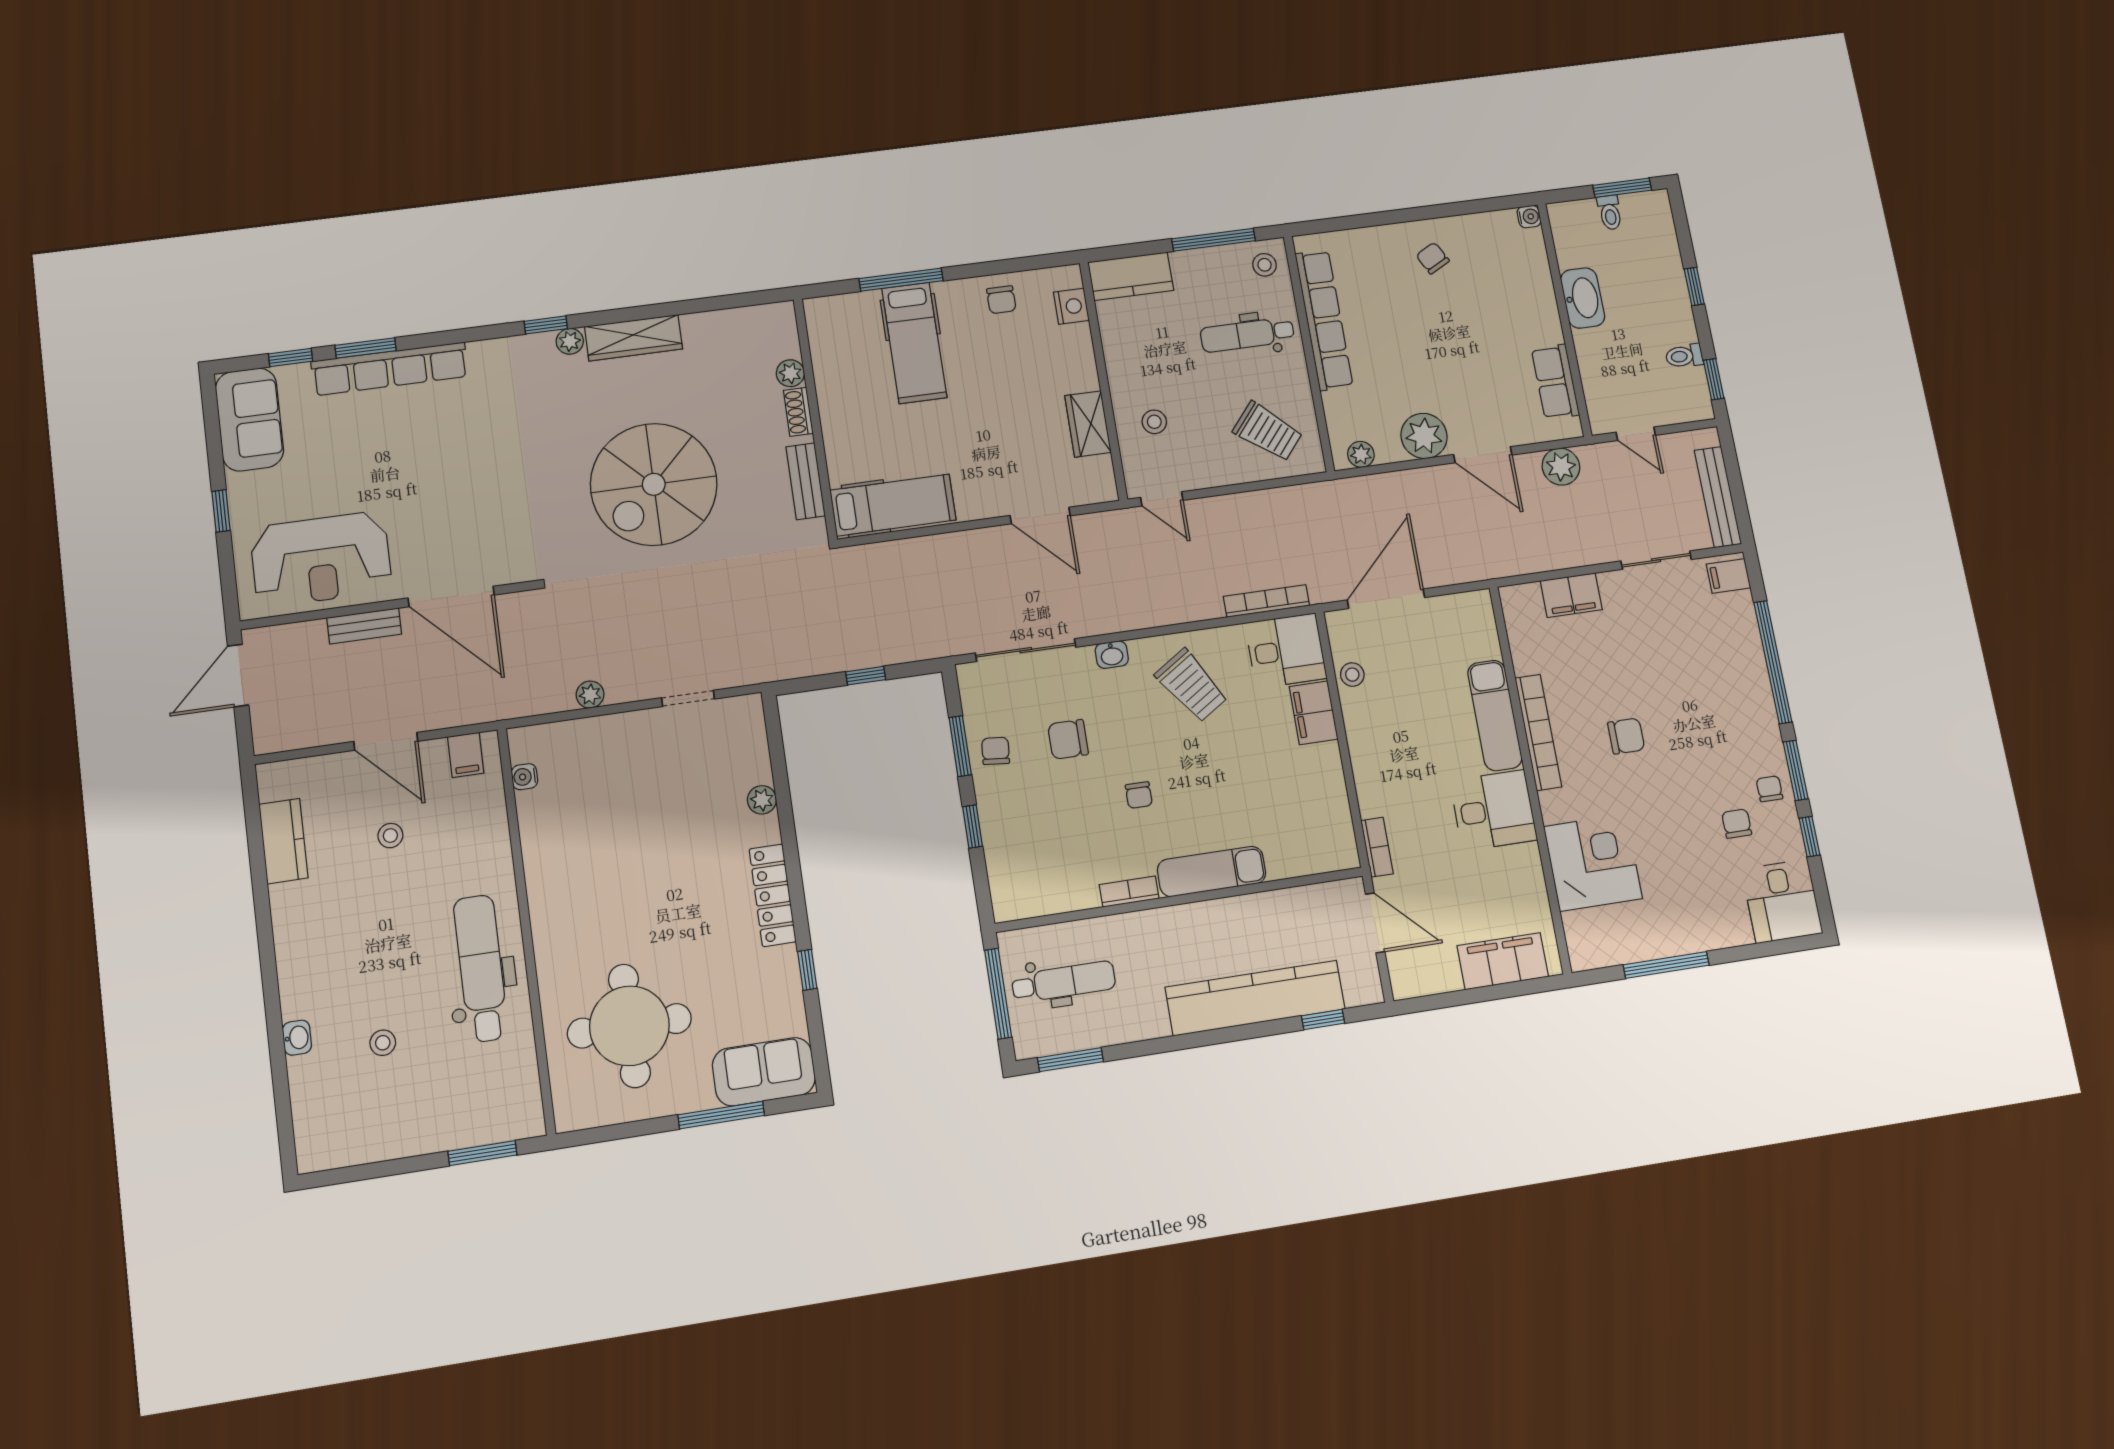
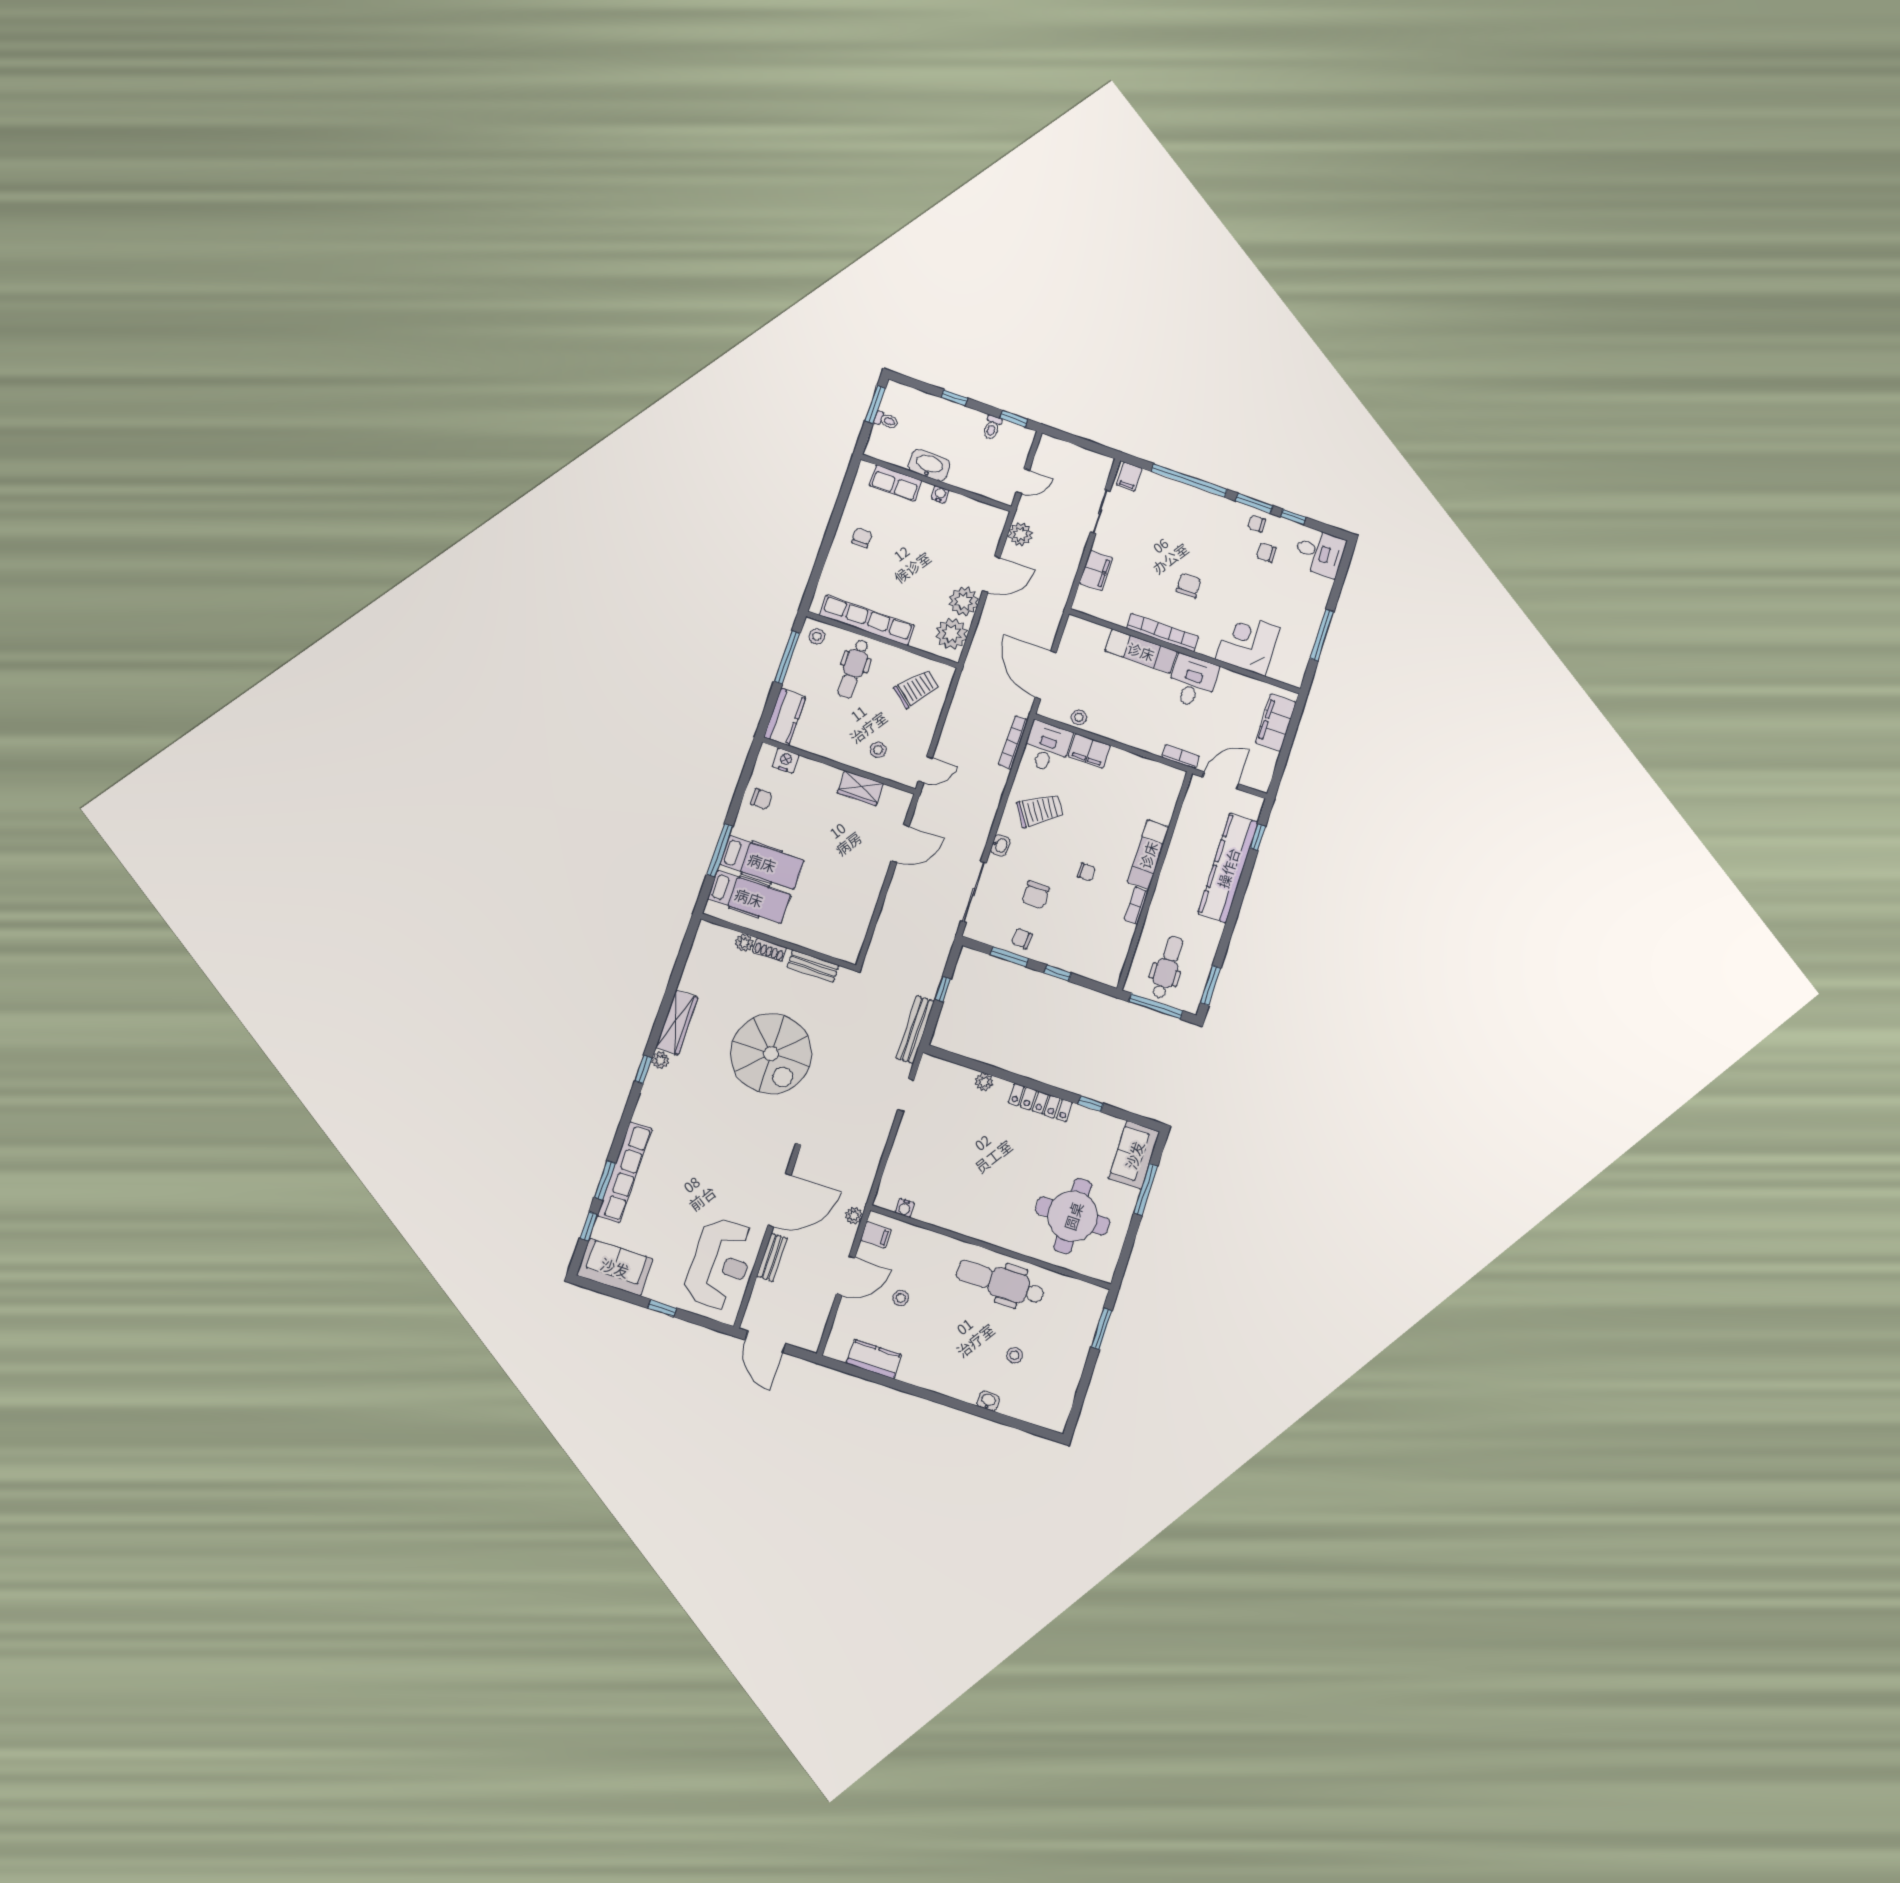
water cooler: (1529, 217) -> (940, 494), moved
chair: (1433, 258) -> (862, 538), turned 118
row of seats: (1555, 382) -> (896, 483), moved
plant: (1361, 454) -> (952, 634), width x1.87, depth x1.87
bench: (1718, 497) -> (915, 1030), moved, turned 90
hospital bed: (893, 505) -> (749, 897), moved, turned 90
plant: (590, 695) -> (854, 1216), moved

